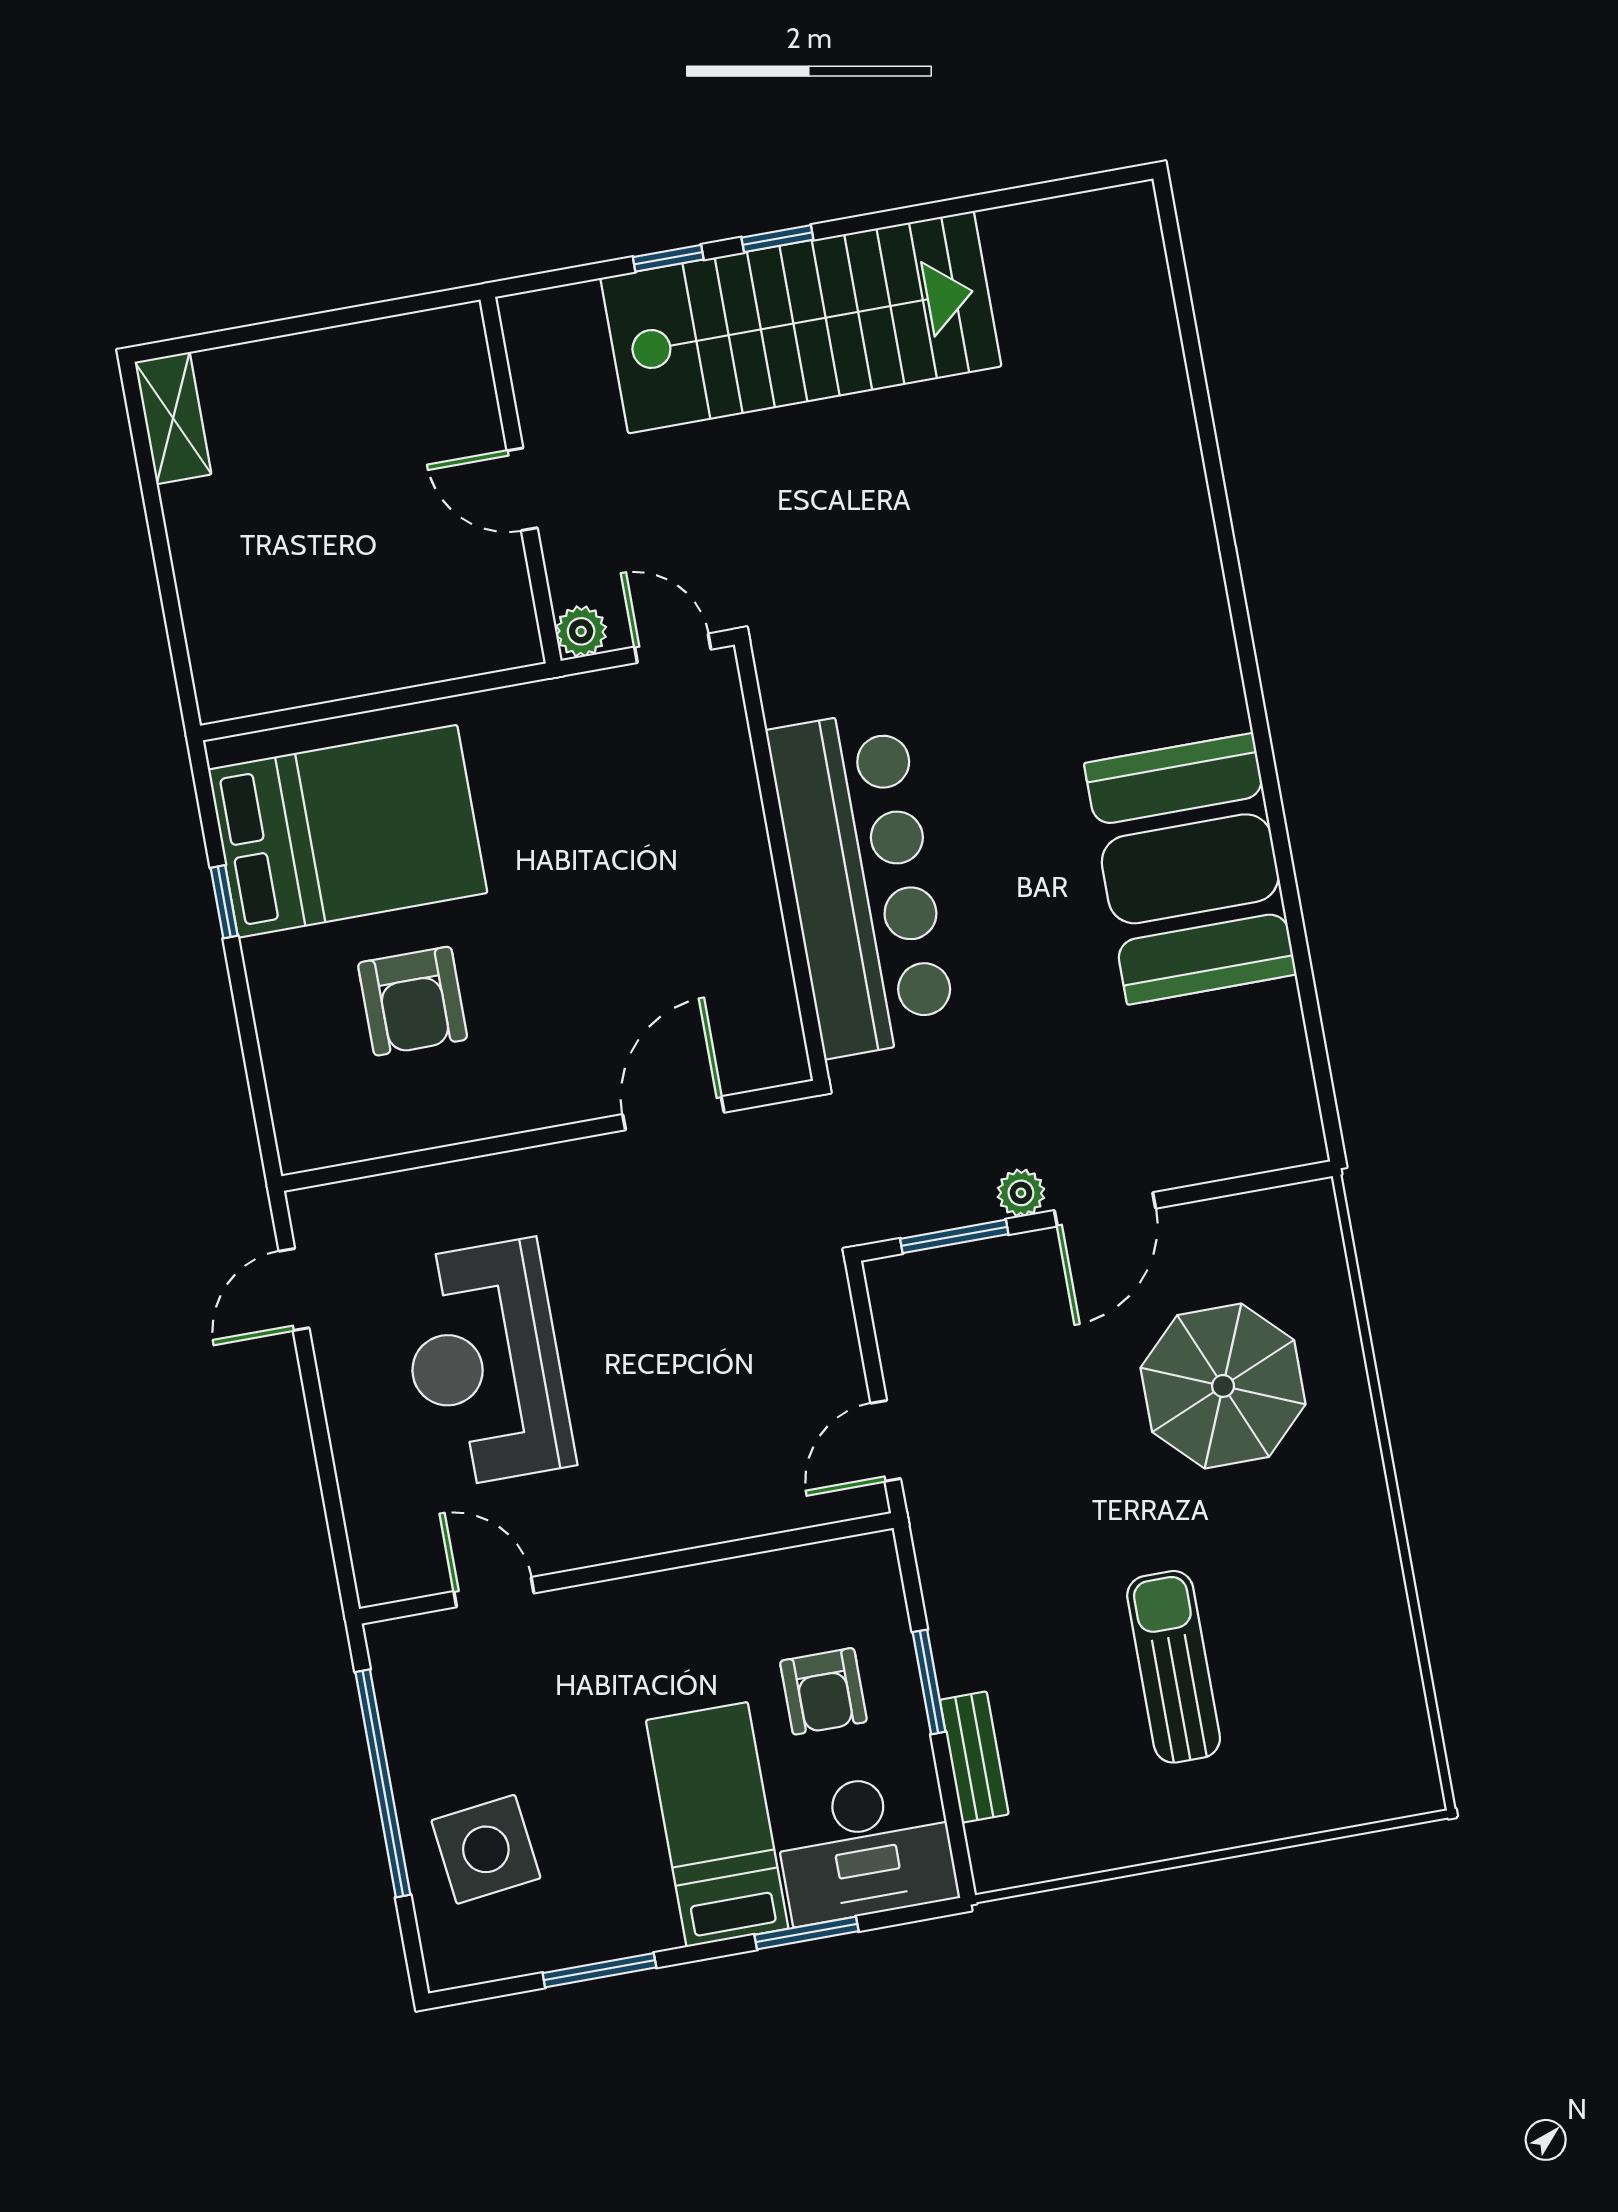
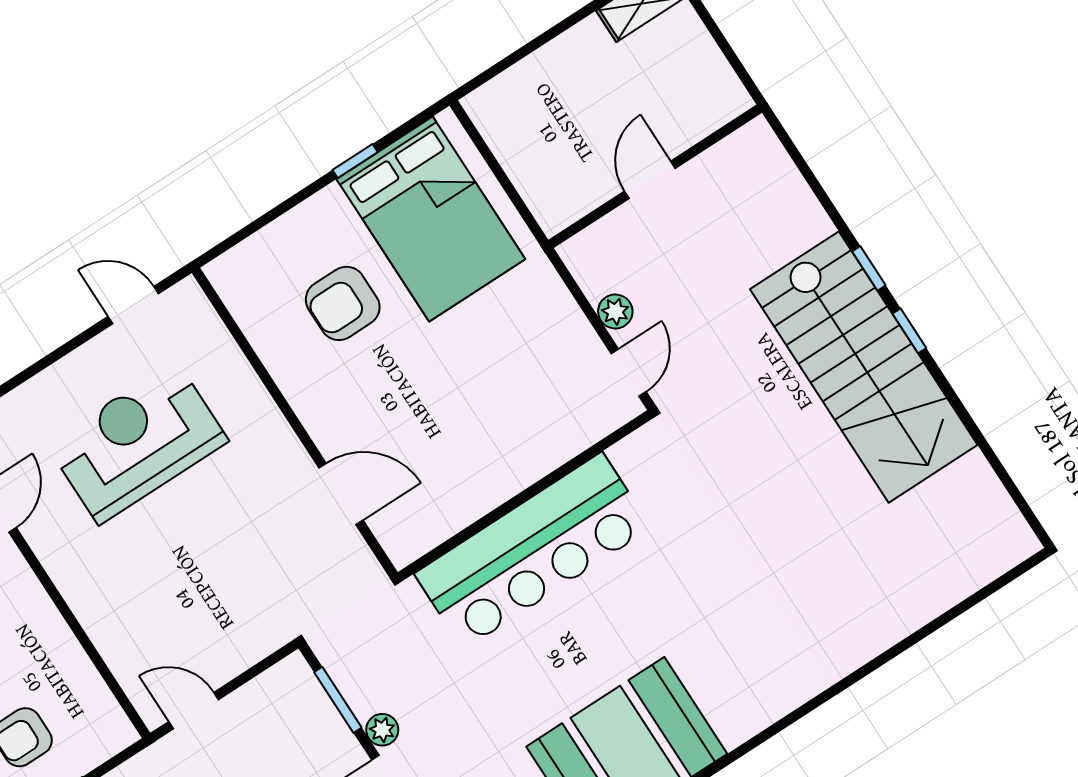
wall: (521, 480) -> (655, 176), moved
door: (522, 489) -> (650, 180), moved

